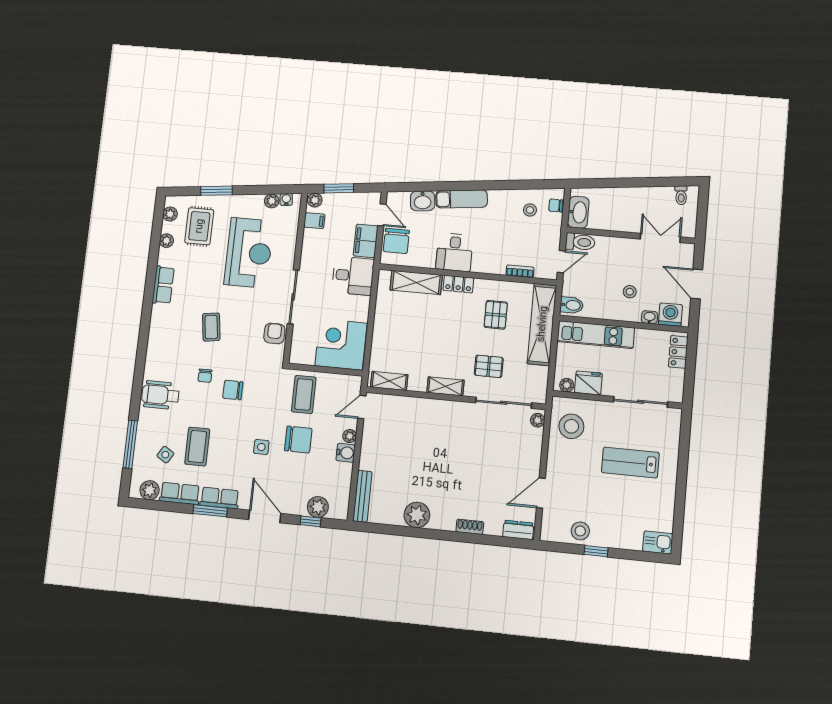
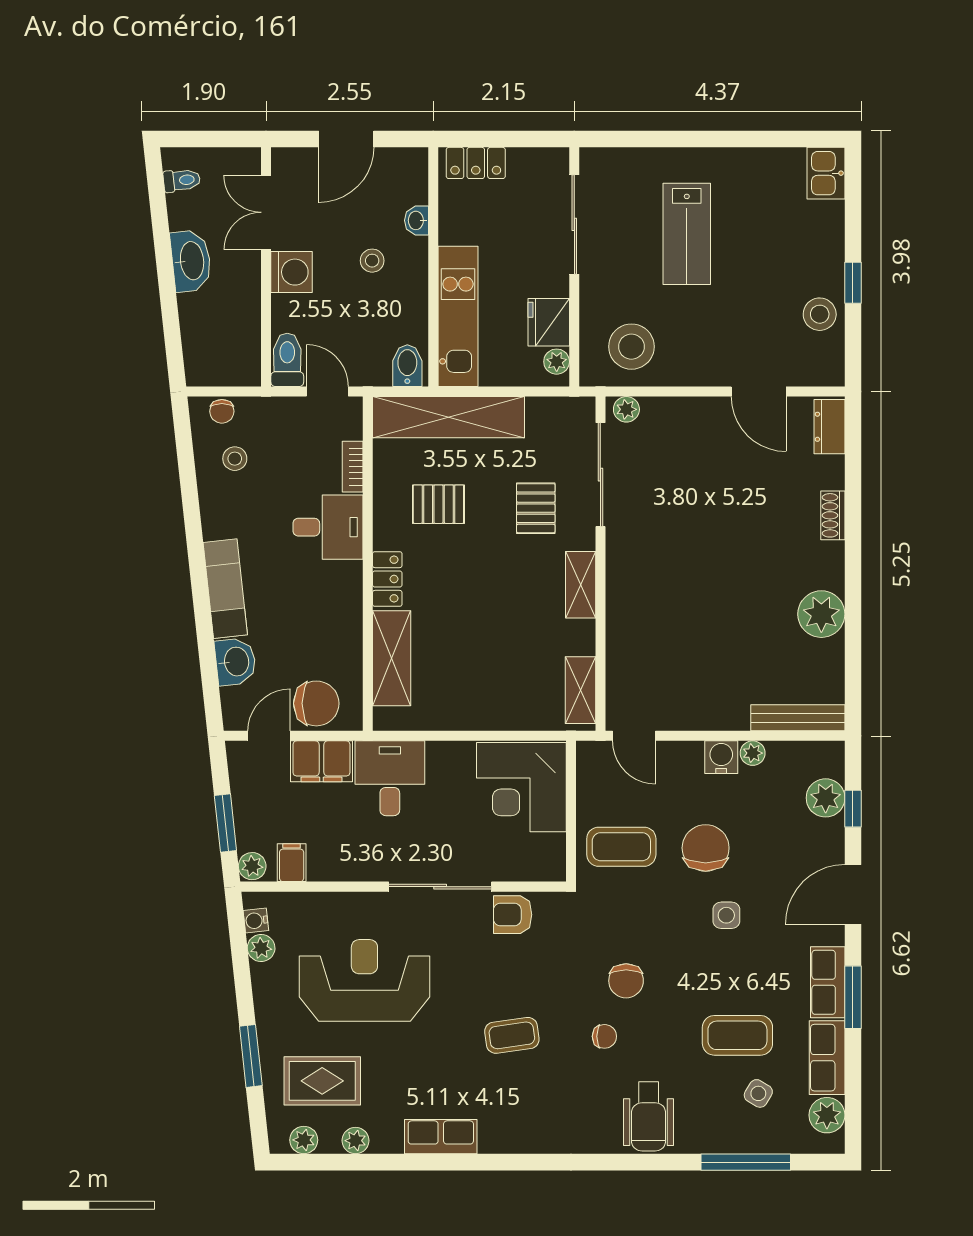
washbasin: (578, 212) -> (191, 261), moved, turned 84
desk: (454, 252) -> (328, 527), moved
washing machine: (670, 315) -> (292, 272), moved, turned 180
plant: (350, 436) -> (753, 753), moved

